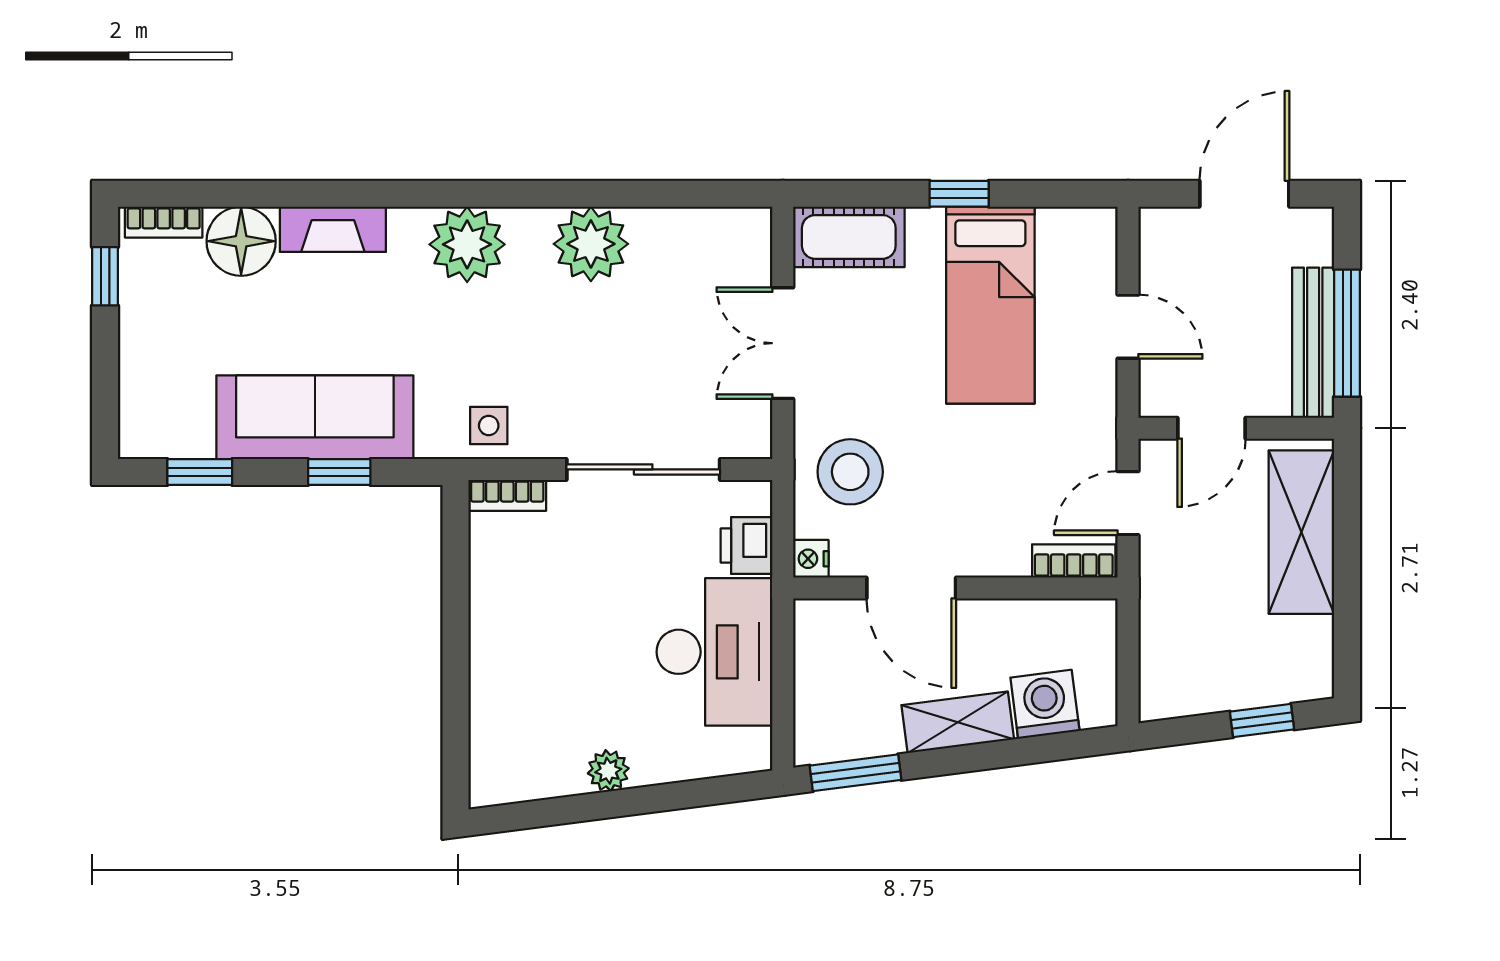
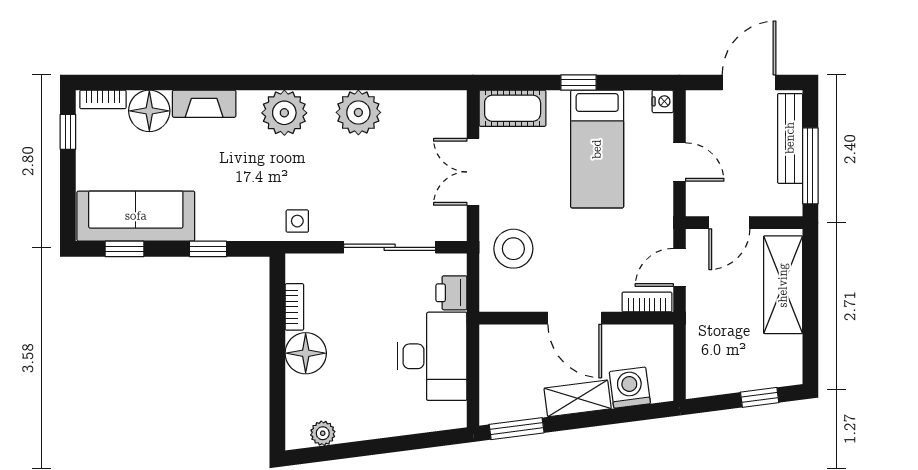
bench: (1313, 343) -> (790, 138), moved
sofa: (315, 417) -> (136, 216), moved
bookcase: (507, 495) -> (294, 307), moved, turned -90
nightstand: (811, 559) -> (663, 101), moved, turned 180
door: (911, 588) -> (575, 318), moved
floor lamp: (503, 647) -> (306, 353), added
plant: (608, 771) -> (323, 433), moved

